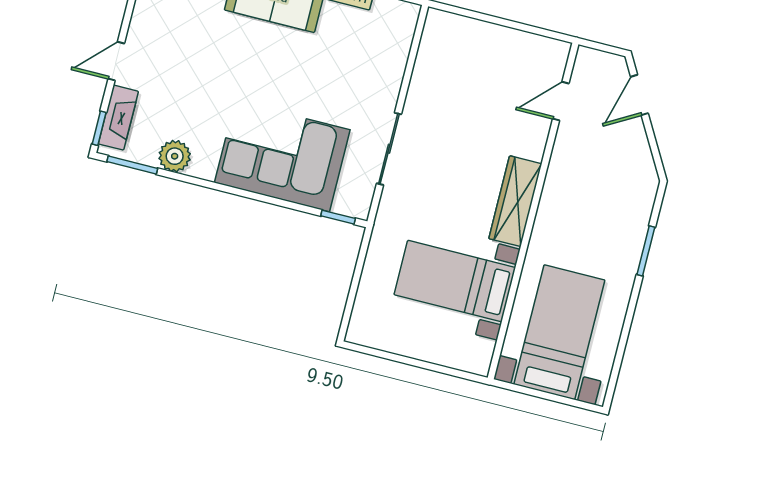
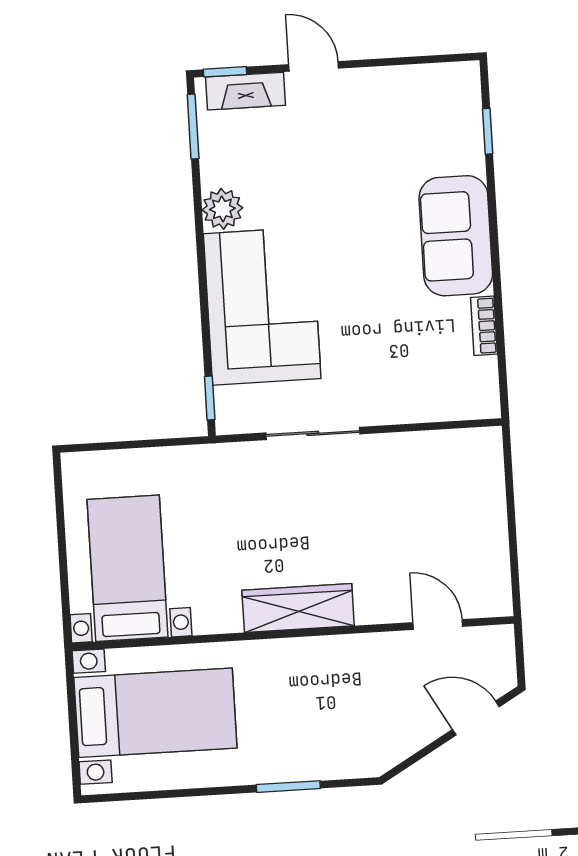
plant: (175, 156) -> (222, 209), moved
bed with nightstands: (455, 281) -> (128, 568), moved

